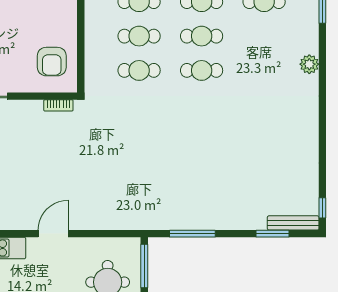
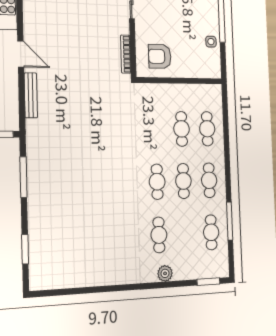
cafe table: (139, 70) -> (159, 235), moved
bookcase: (58, 105) -> (126, 54), width x1.56
window: (322, 208) -> (48, 293), removed
bench: (293, 223) -> (31, 95), moved

